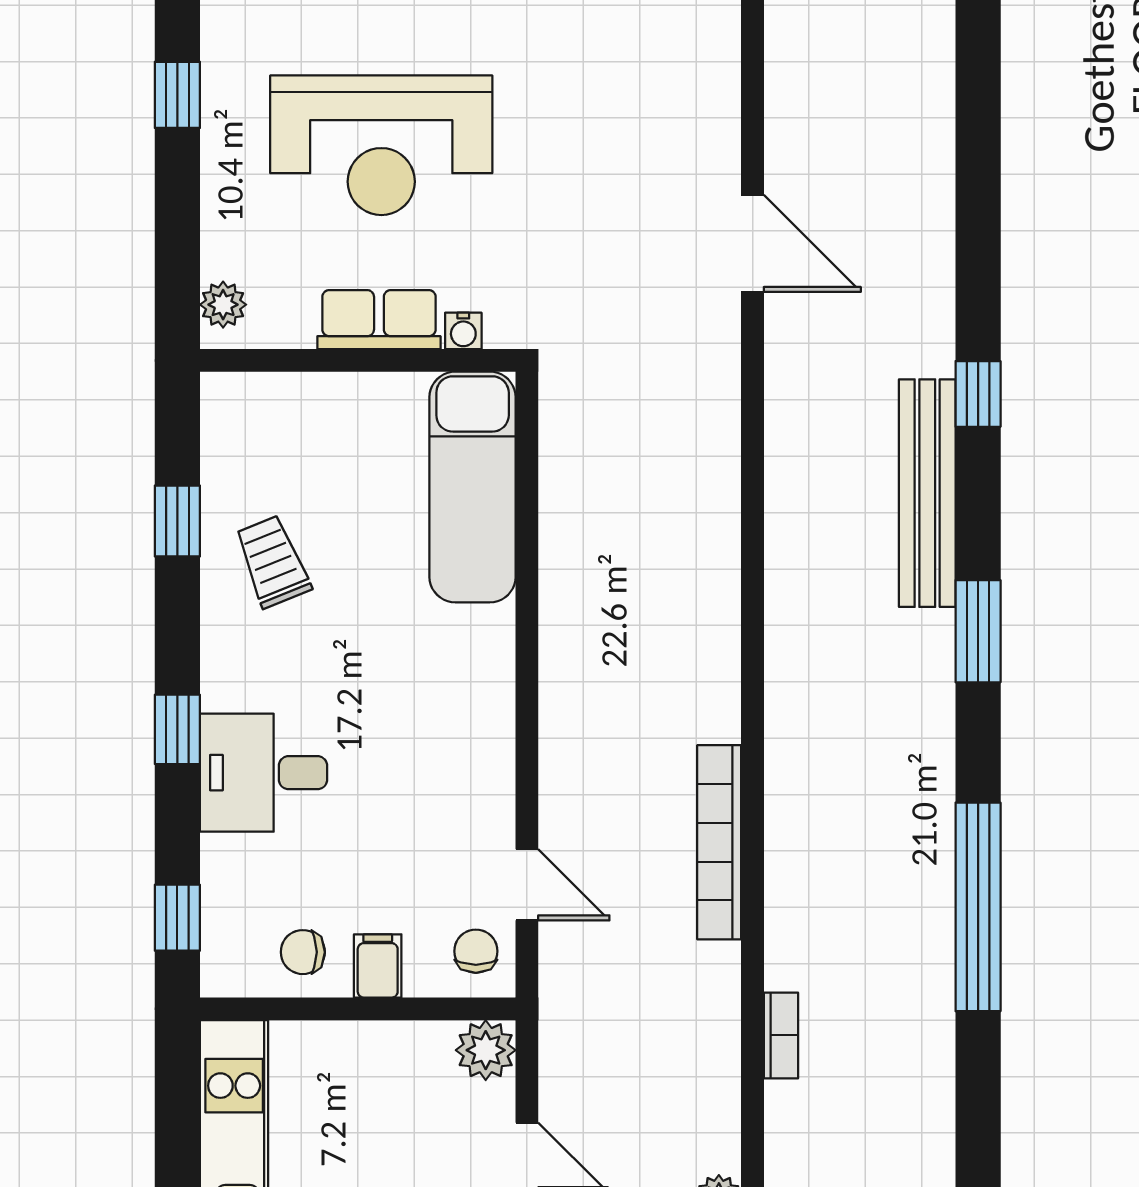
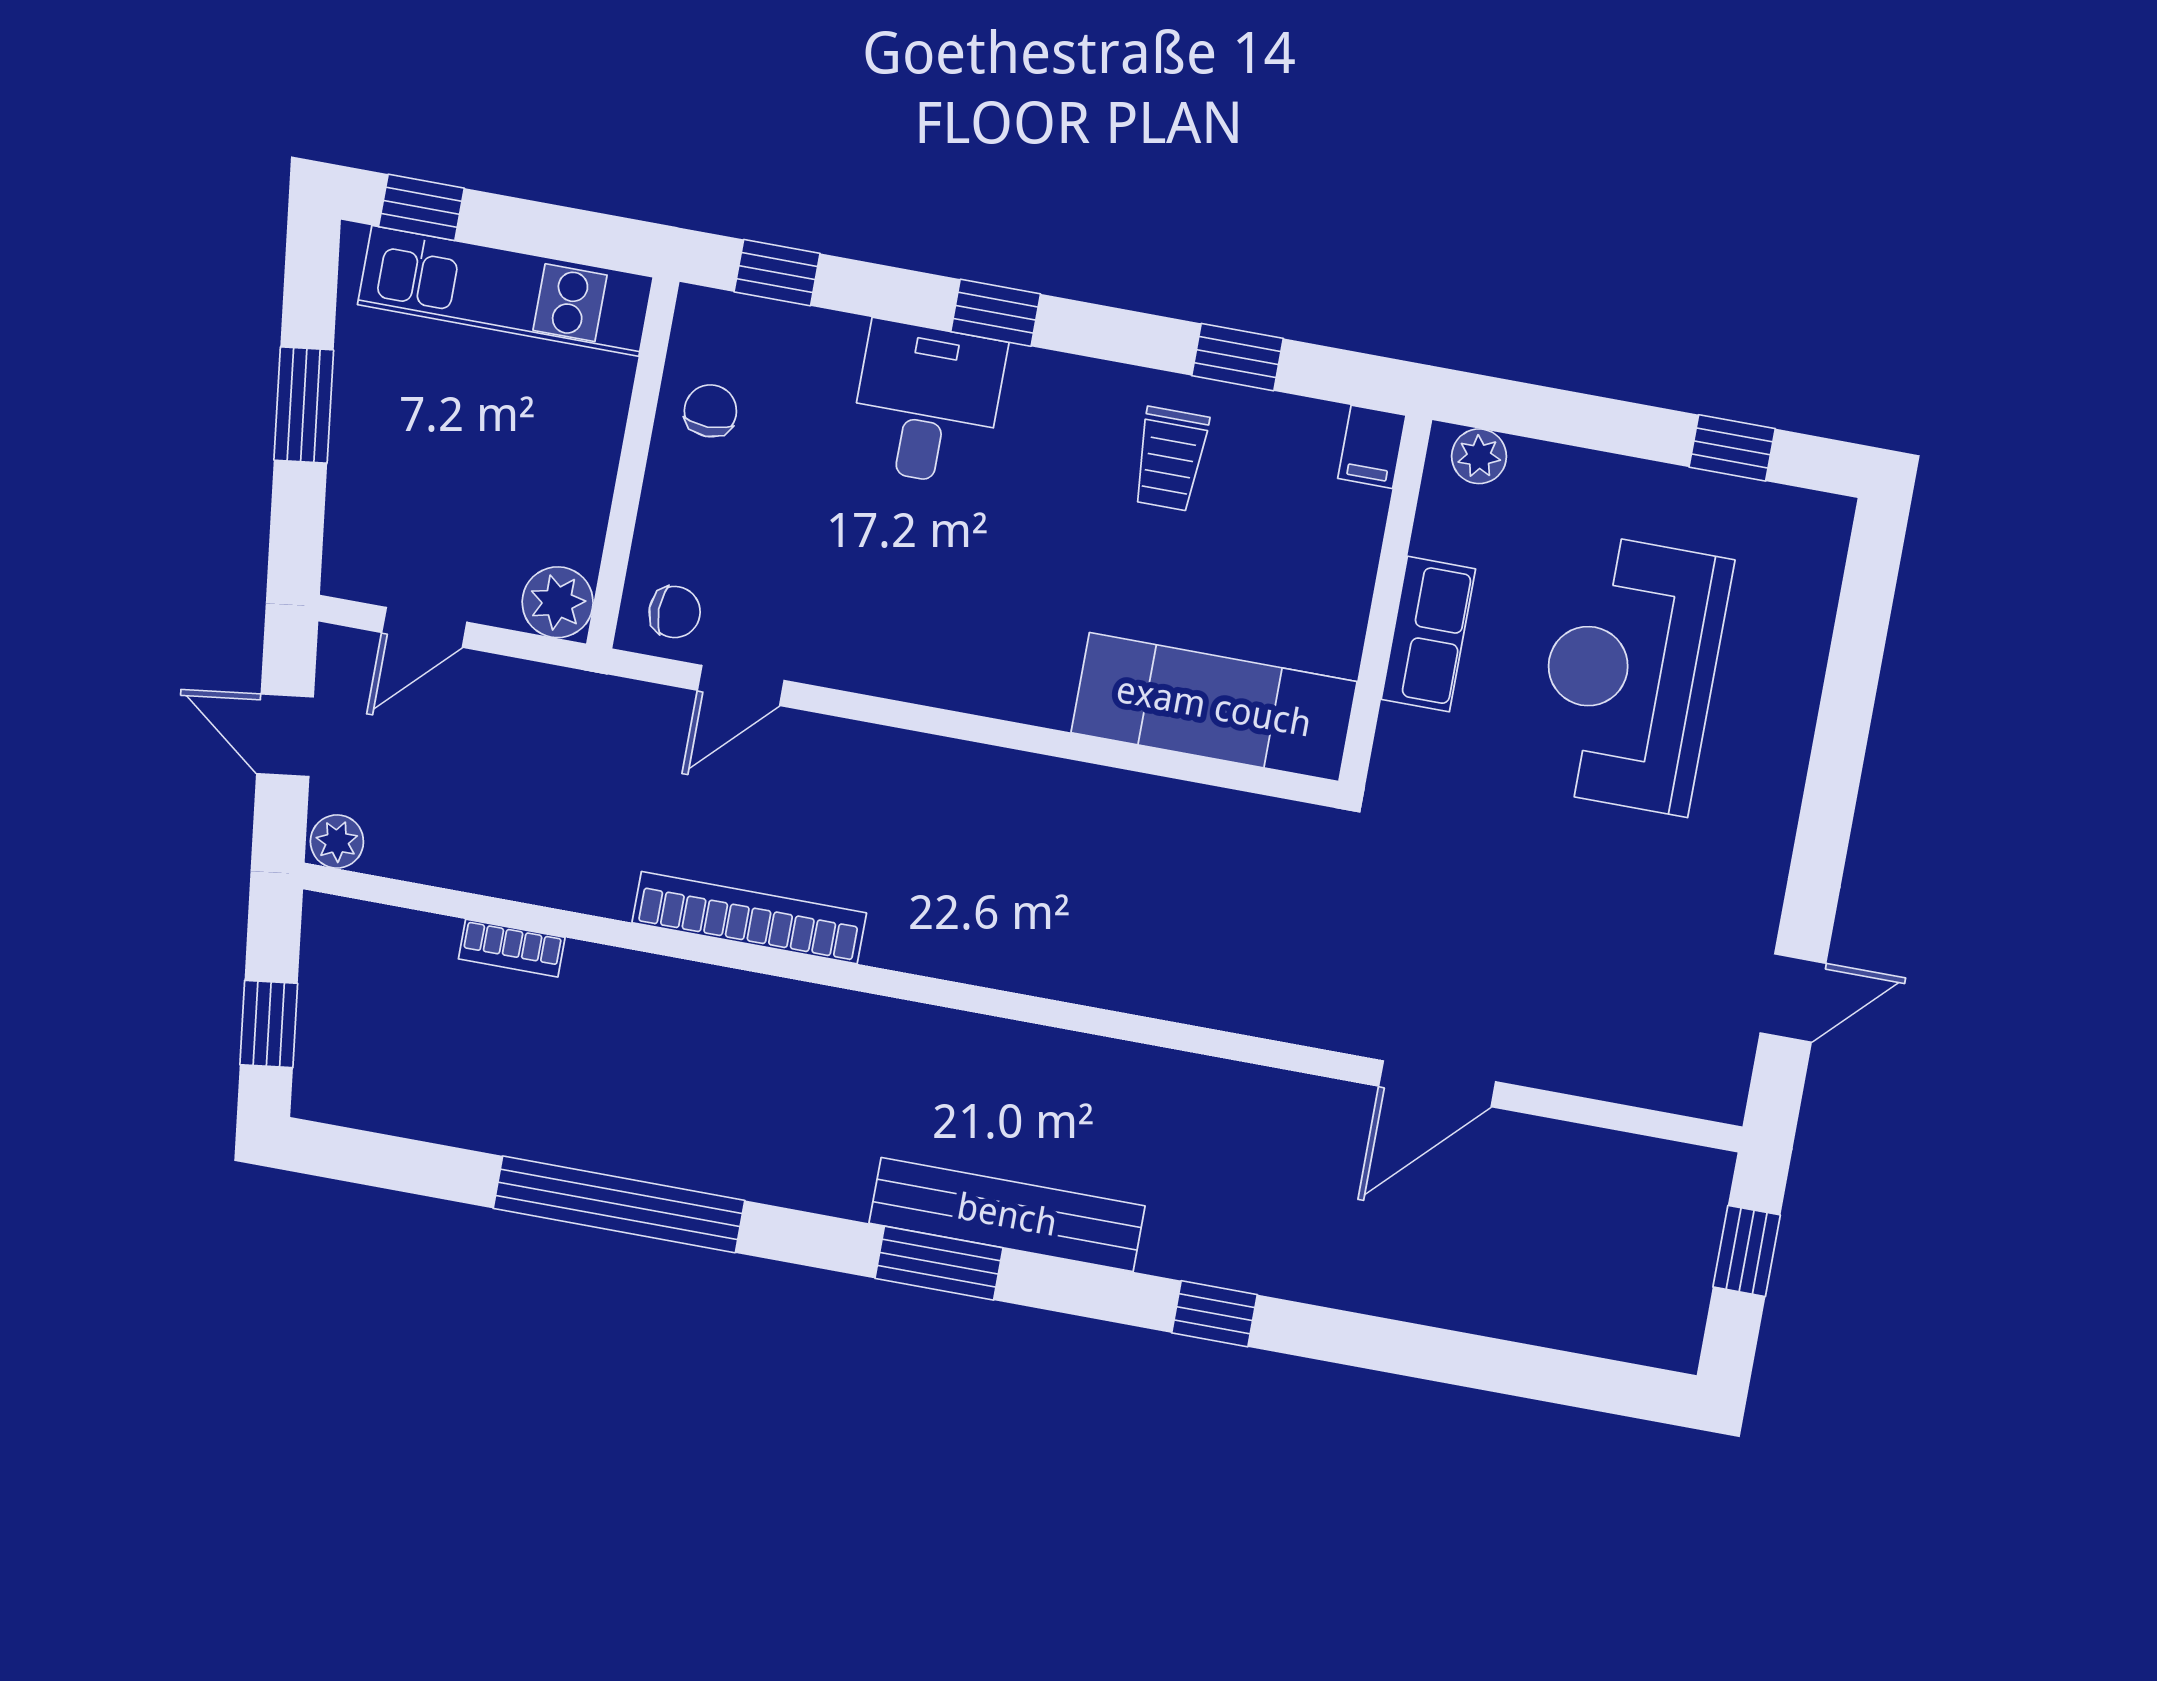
water cooler: (463, 331) -> (1397, 730), removed
bench: (927, 493) -> (1007, 1215), moved
trolley: (273, 562) -> (1170, 459), turned 112
filing cabinet: (378, 966) -> (1372, 447), moved, turned 90

